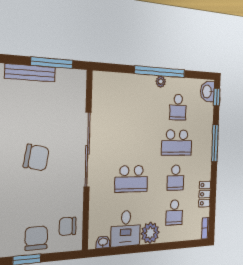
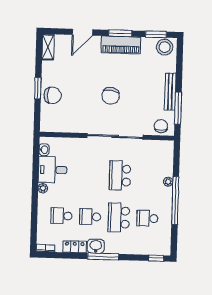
plant: (161, 82) -> (168, 182), moved
washbasin: (207, 91) -> (96, 246), moved
window: (215, 143) -> (103, 257), moved
school desk: (131, 179) -> (120, 175), moved
chair: (68, 226) -> (161, 126), moved
plant: (150, 233) -> (43, 188), width x0.53, depth x0.53

